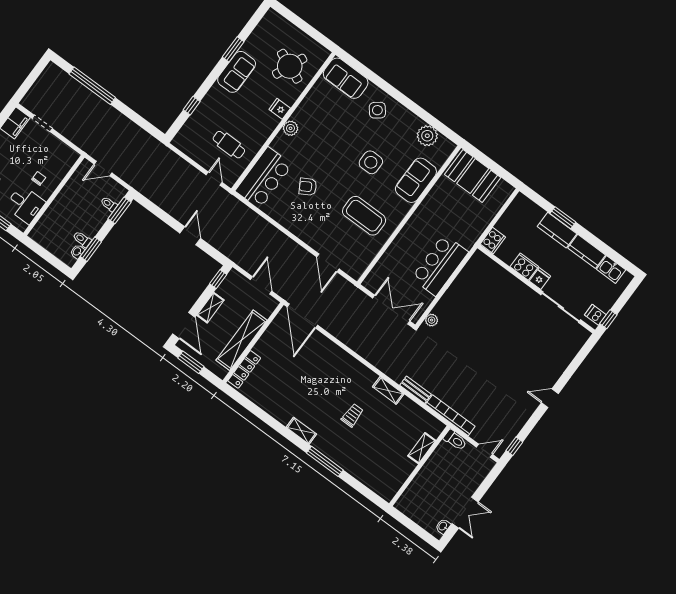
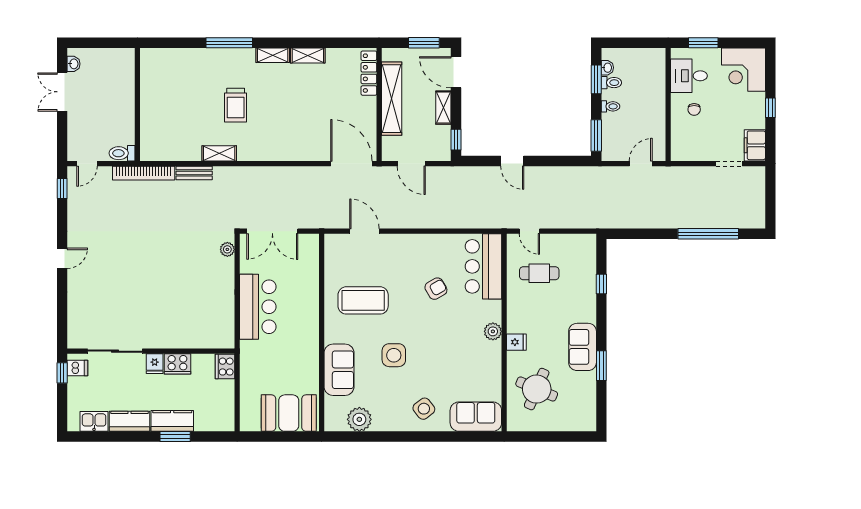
toilet: (109, 204) -> (611, 106), moved
trolley: (352, 415) -> (236, 105), width x1.36, depth x1.39
shelving: (422, 448) -> (308, 55), moved, turned 90

